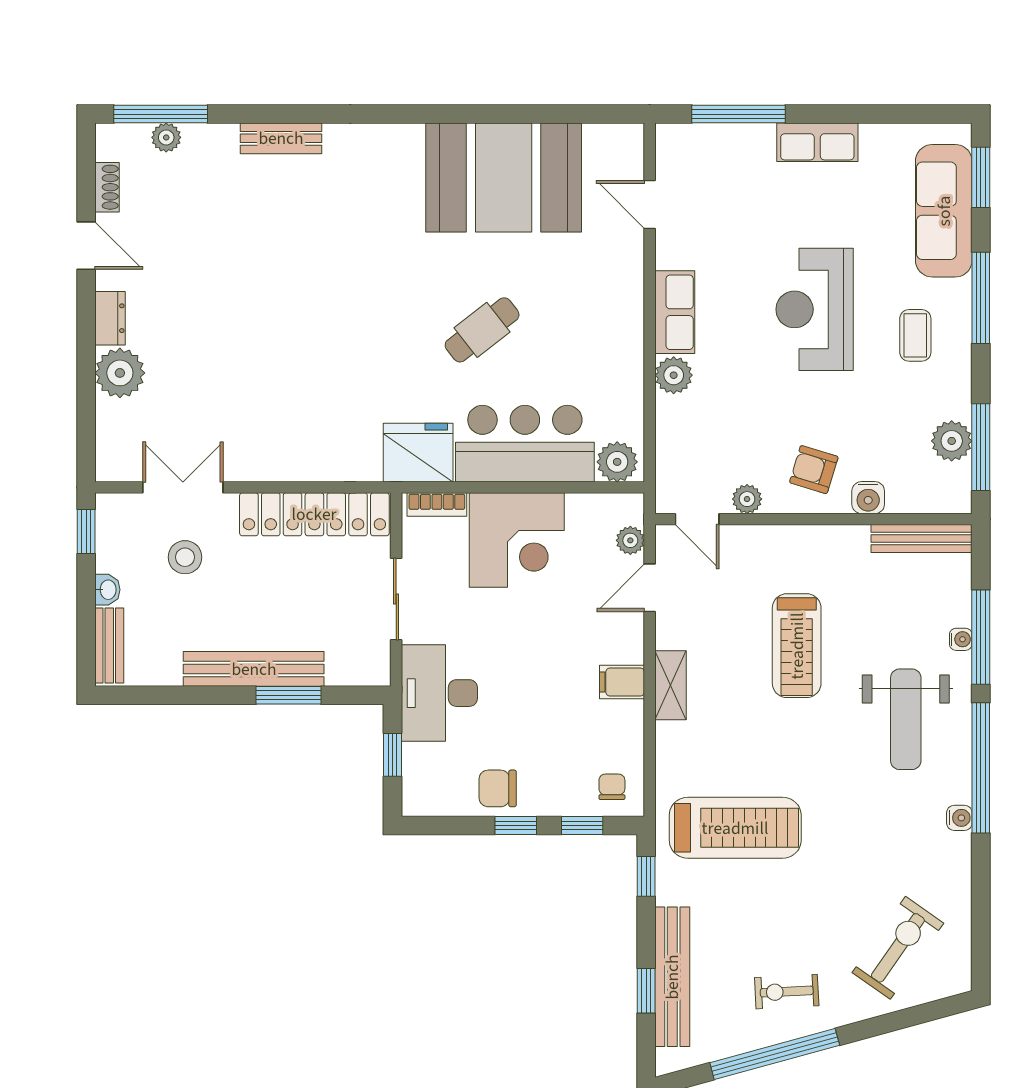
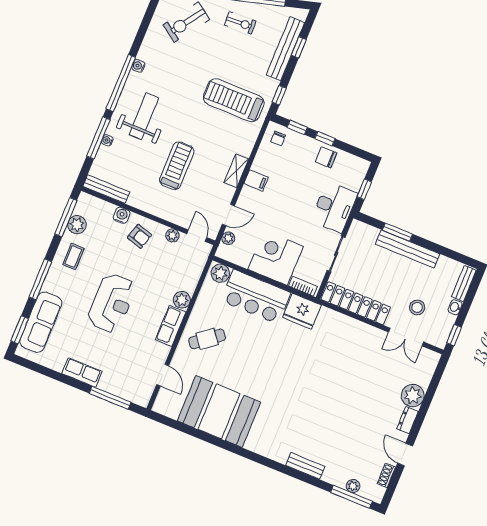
cafe table: (482, 330) -> (207, 339), moved
coffee table: (915, 335) -> (73, 257), moved
chair: (498, 788) -> (326, 157), turned 180

